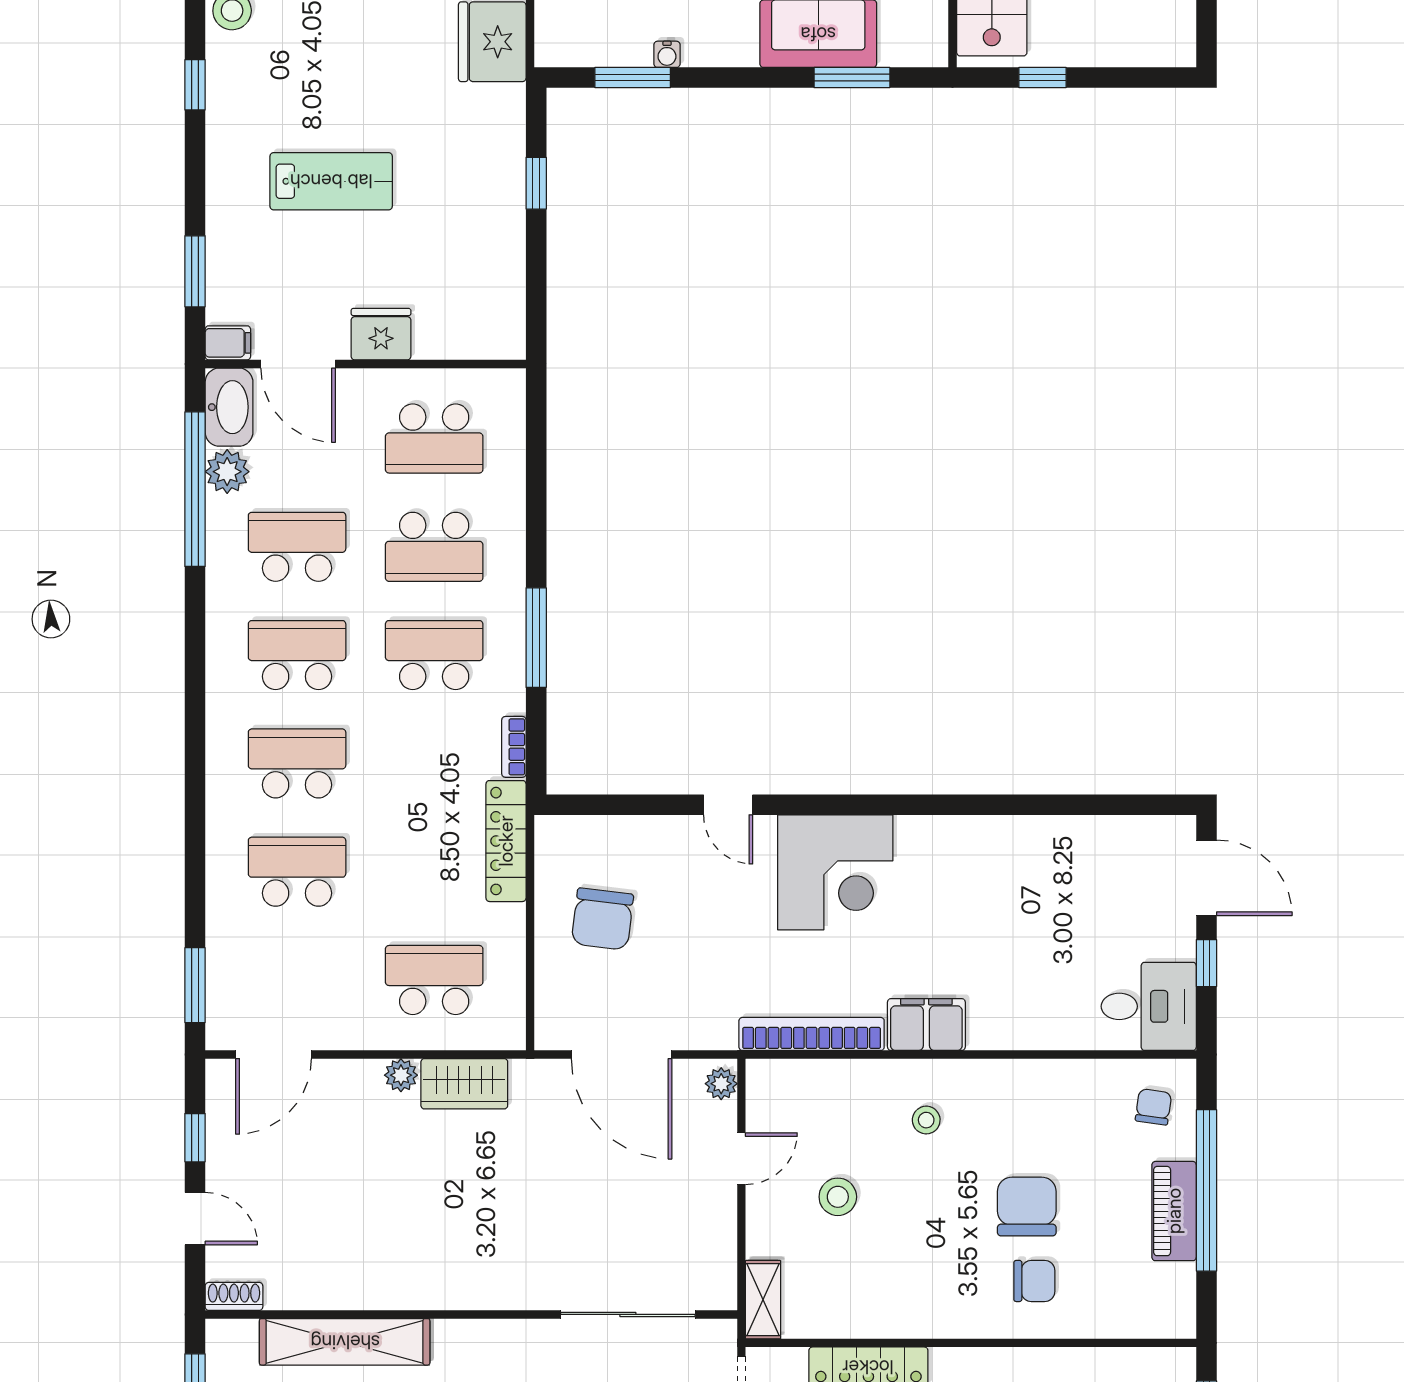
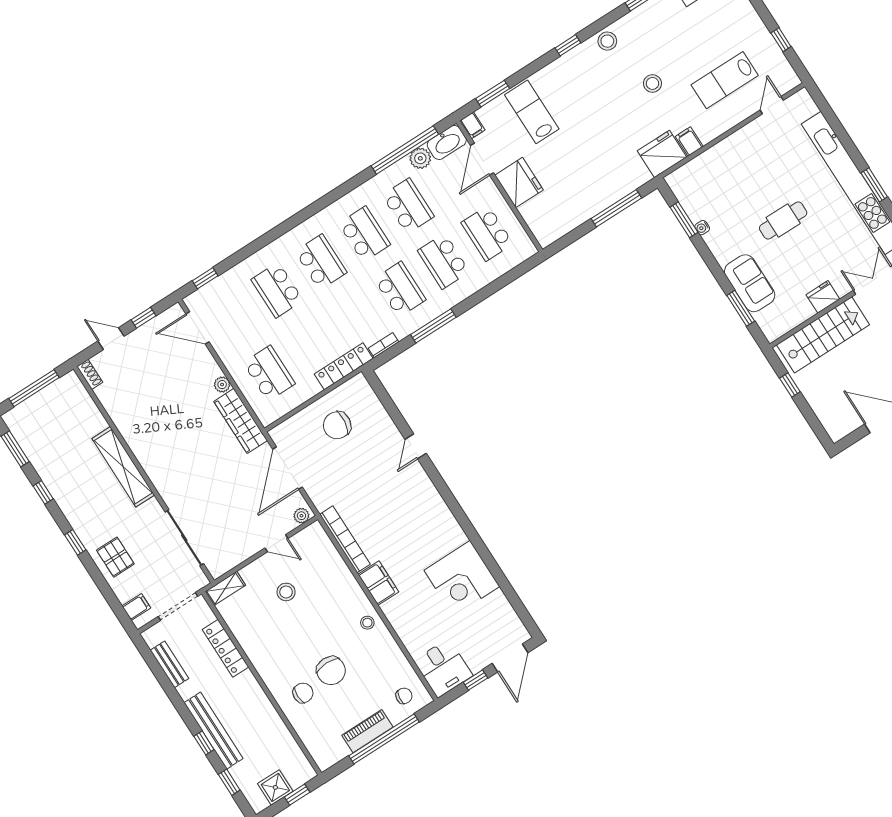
lab bench: (331, 181) -> (532, 112), moved, turned 180
window: (536, 183) -> (616, 208), width x2.17
fridge: (381, 334) -> (519, 183), width x1.36, depth x1.34
school desk: (297, 872) -> (277, 290), turned 180
corner desk: (835, 872) -> (462, 578), moved
window: (195, 985) -> (205, 278), width x0.67
wardrobe: (464, 1084) -> (241, 421), width x1.50
stool: (926, 1120) -> (367, 623), moved
chair: (1027, 1207) -> (331, 671), turned 90
door: (195, 1219) -> (111, 339), swing flipped
chair: (1034, 1281) -> (303, 693), turned -90
shelving: (345, 1342) -> (123, 467), moved

